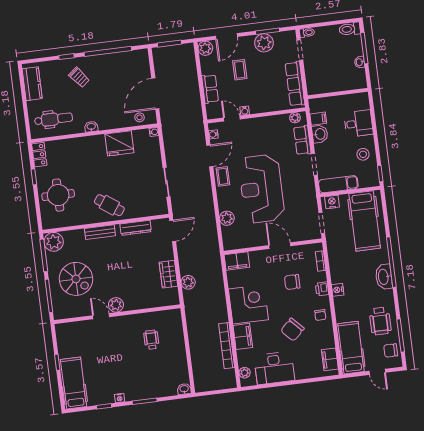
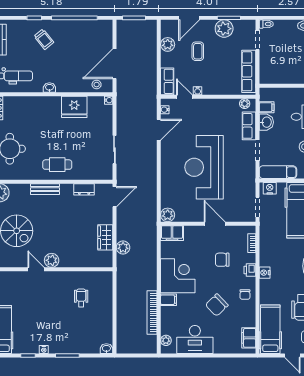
plant: (205, 48) -> (168, 44), moved
row of seats: (210, 89) -> (167, 81), moved
coffee table: (223, 176) -> (169, 151), removed
cafe table: (109, 205) -> (57, 165), turned -35
plant: (227, 218) -> (168, 215), moved
dresser: (136, 228) -> (84, 189), width x0.70
filing cabinet: (243, 336) -> (169, 300), width x0.50

